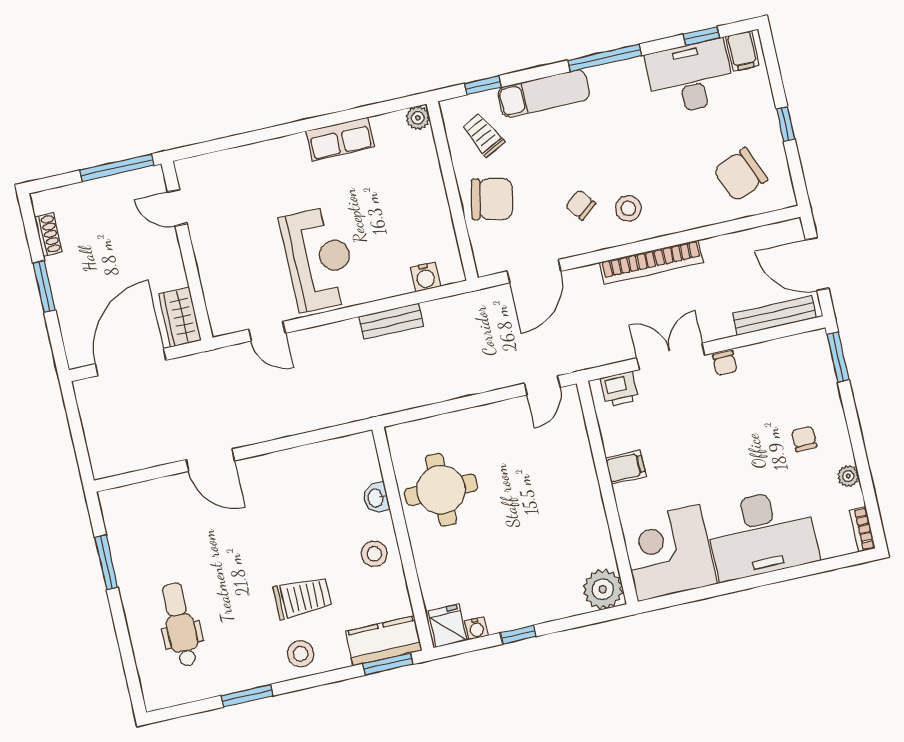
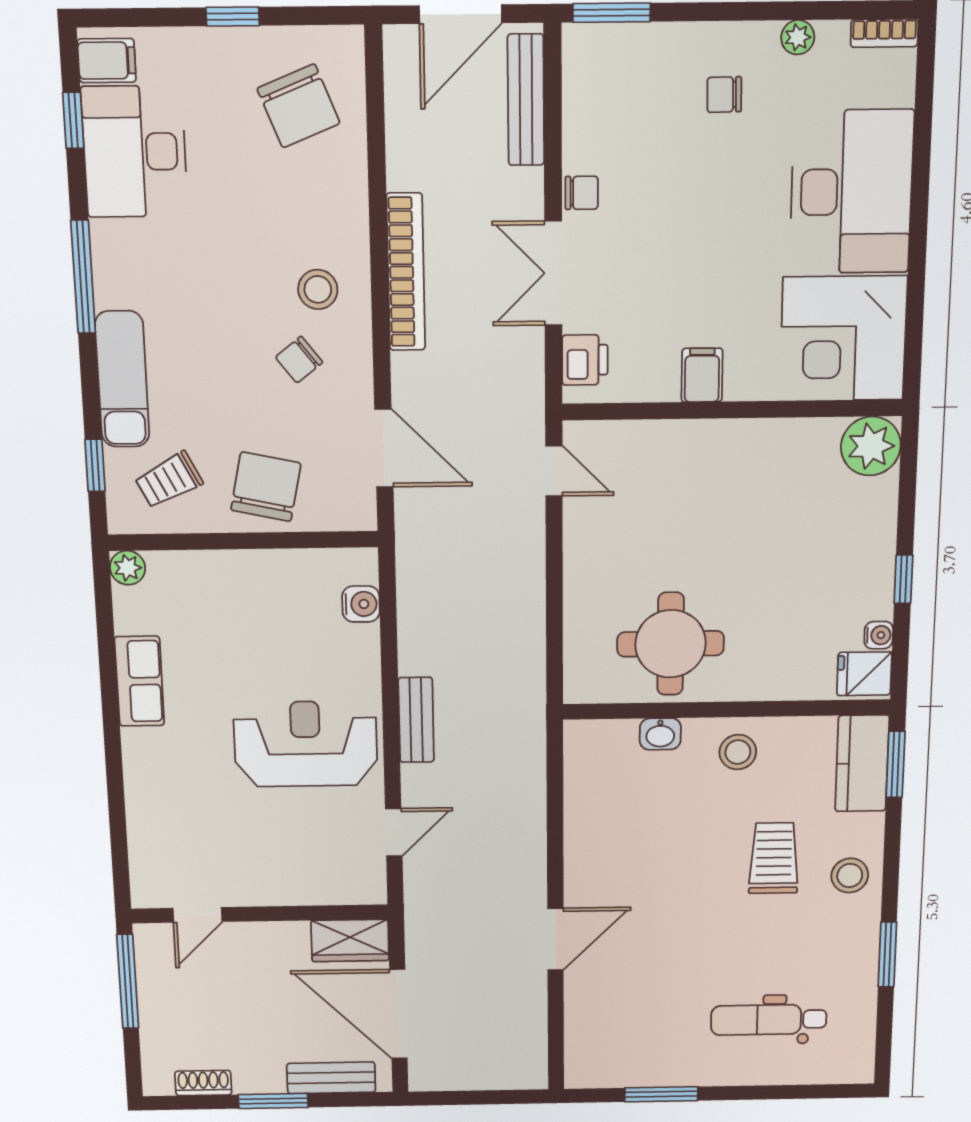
bench: (391, 321) -> (416, 720), moved
bench: (71, 324) -> (331, 1078), added

